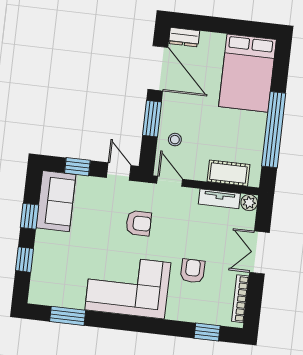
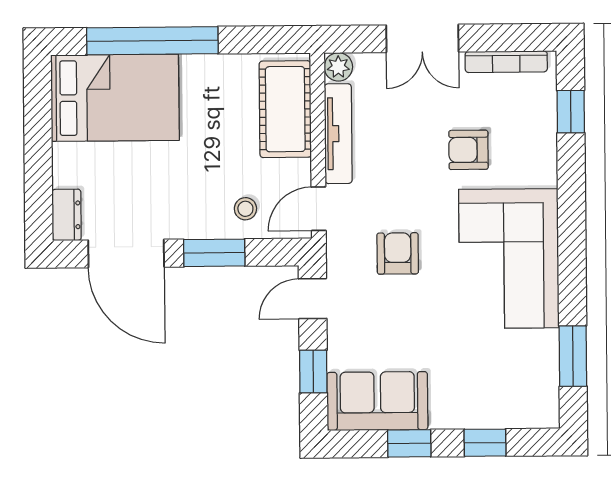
door: (158, 68) -> (126, 254), swing flipped
window: (274, 130) -> (152, 41), moved
cot: (228, 173) -> (285, 109), width x1.37, depth x1.34
tv unit: (219, 199) -> (338, 134), width x1.41

